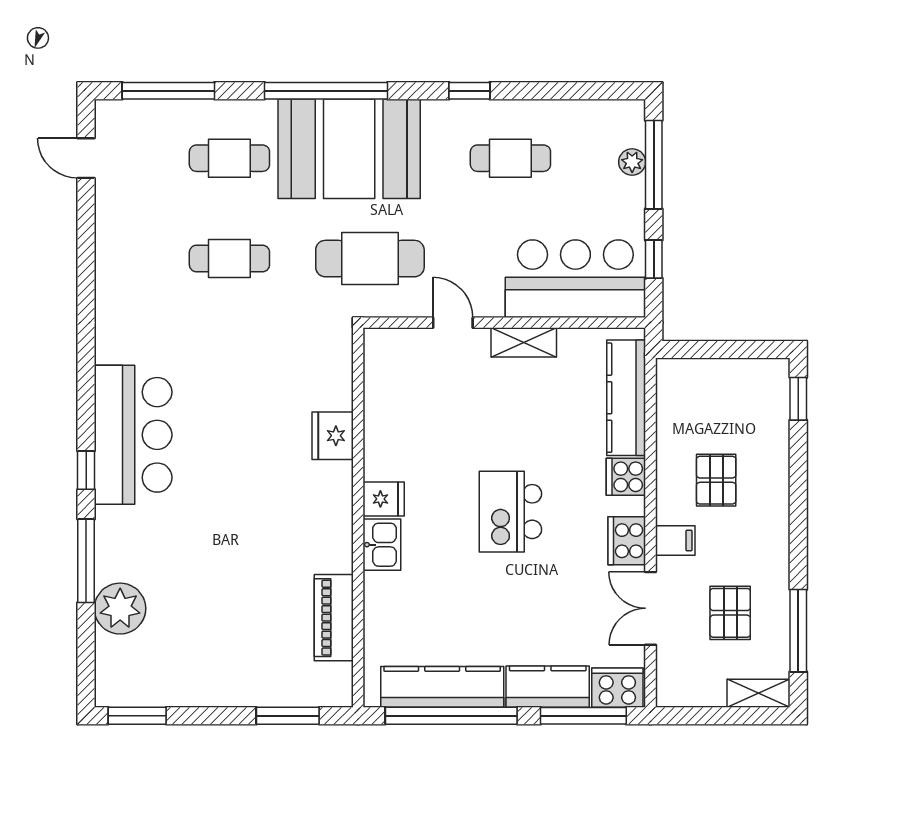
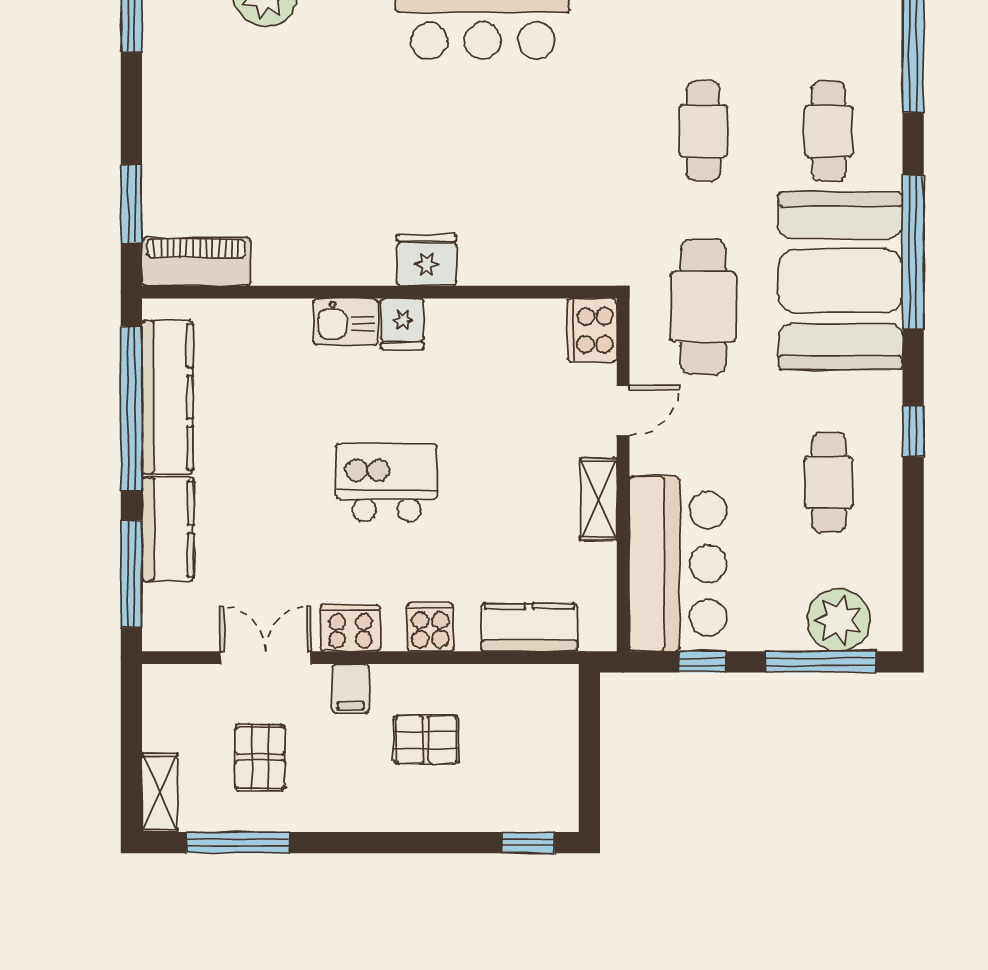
plant: (632, 162) -> (839, 620), width x1.87, depth x1.87
kitchen counter: (626, 398) -> (529, 627), width x0.67
fridge: (333, 436) -> (427, 260), moved
pallet: (730, 613) -> (260, 757), turned 90
piano: (334, 618) -> (196, 262), moved
cooker: (617, 688) -> (592, 330), moved, turned 180

